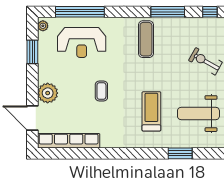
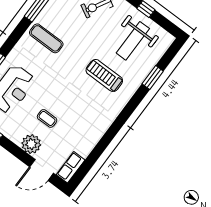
coffee table: (101, 91) -> (47, 118), moved
row of seats: (69, 141) -> (71, 167), width x0.50

